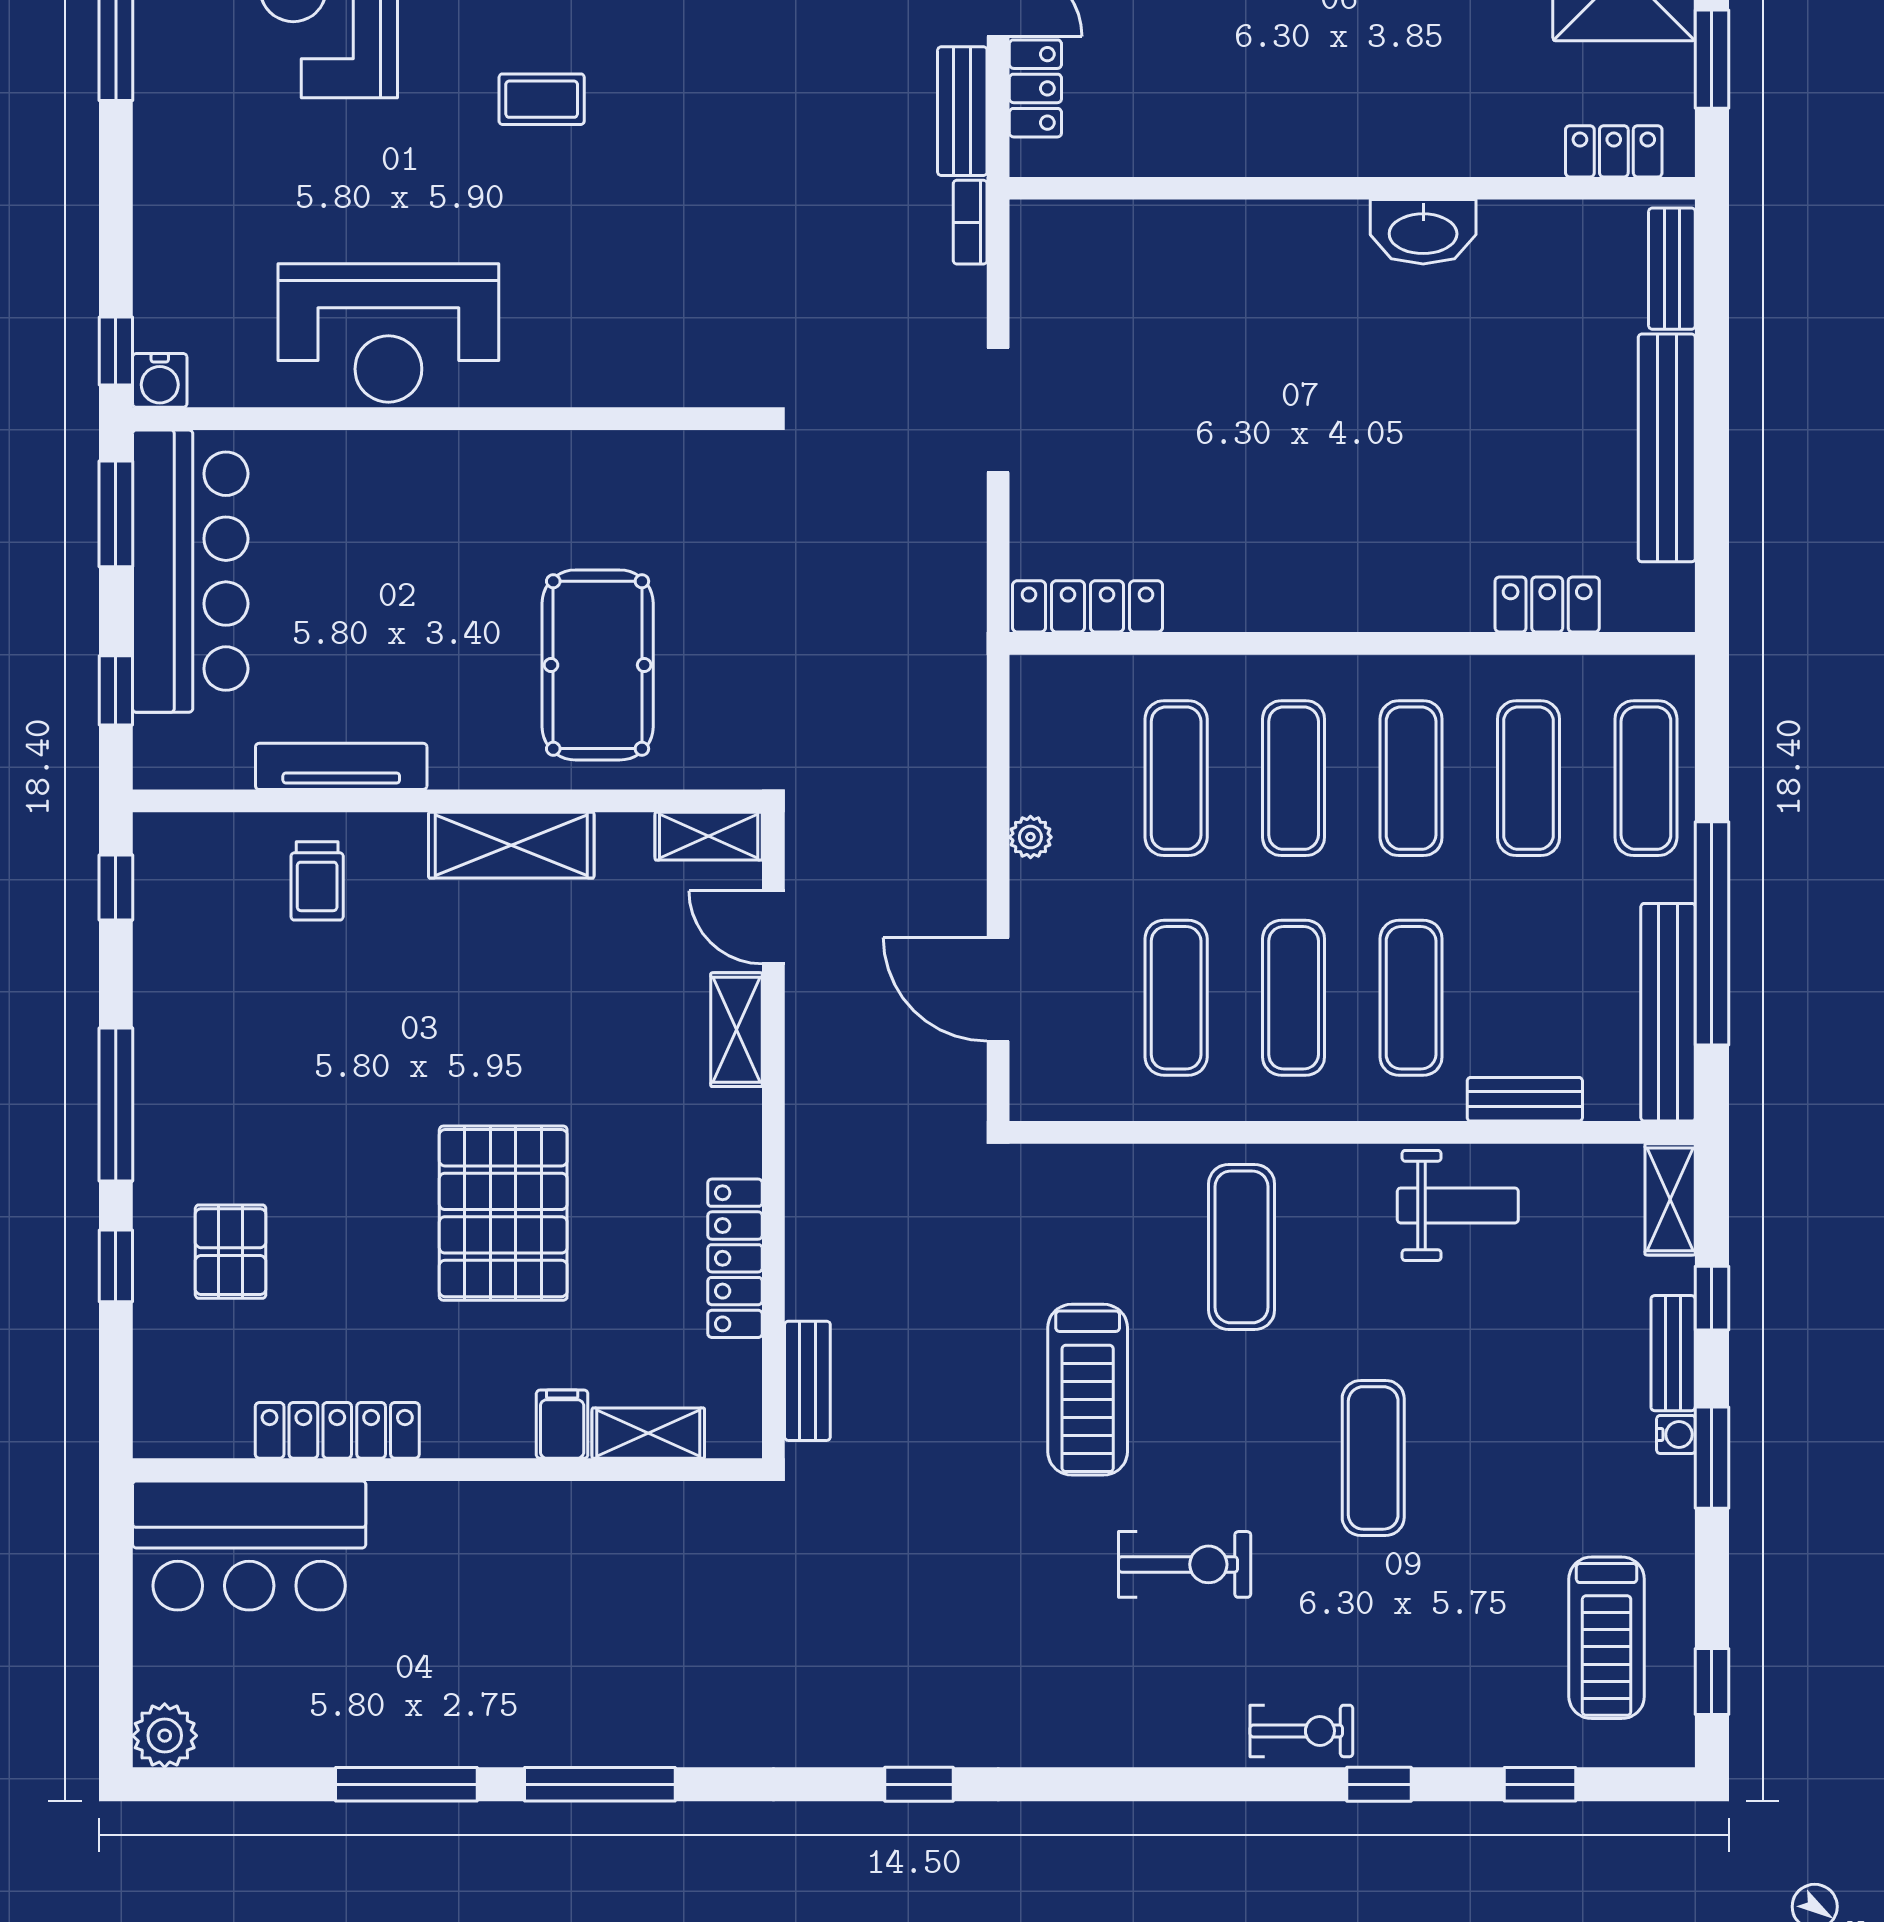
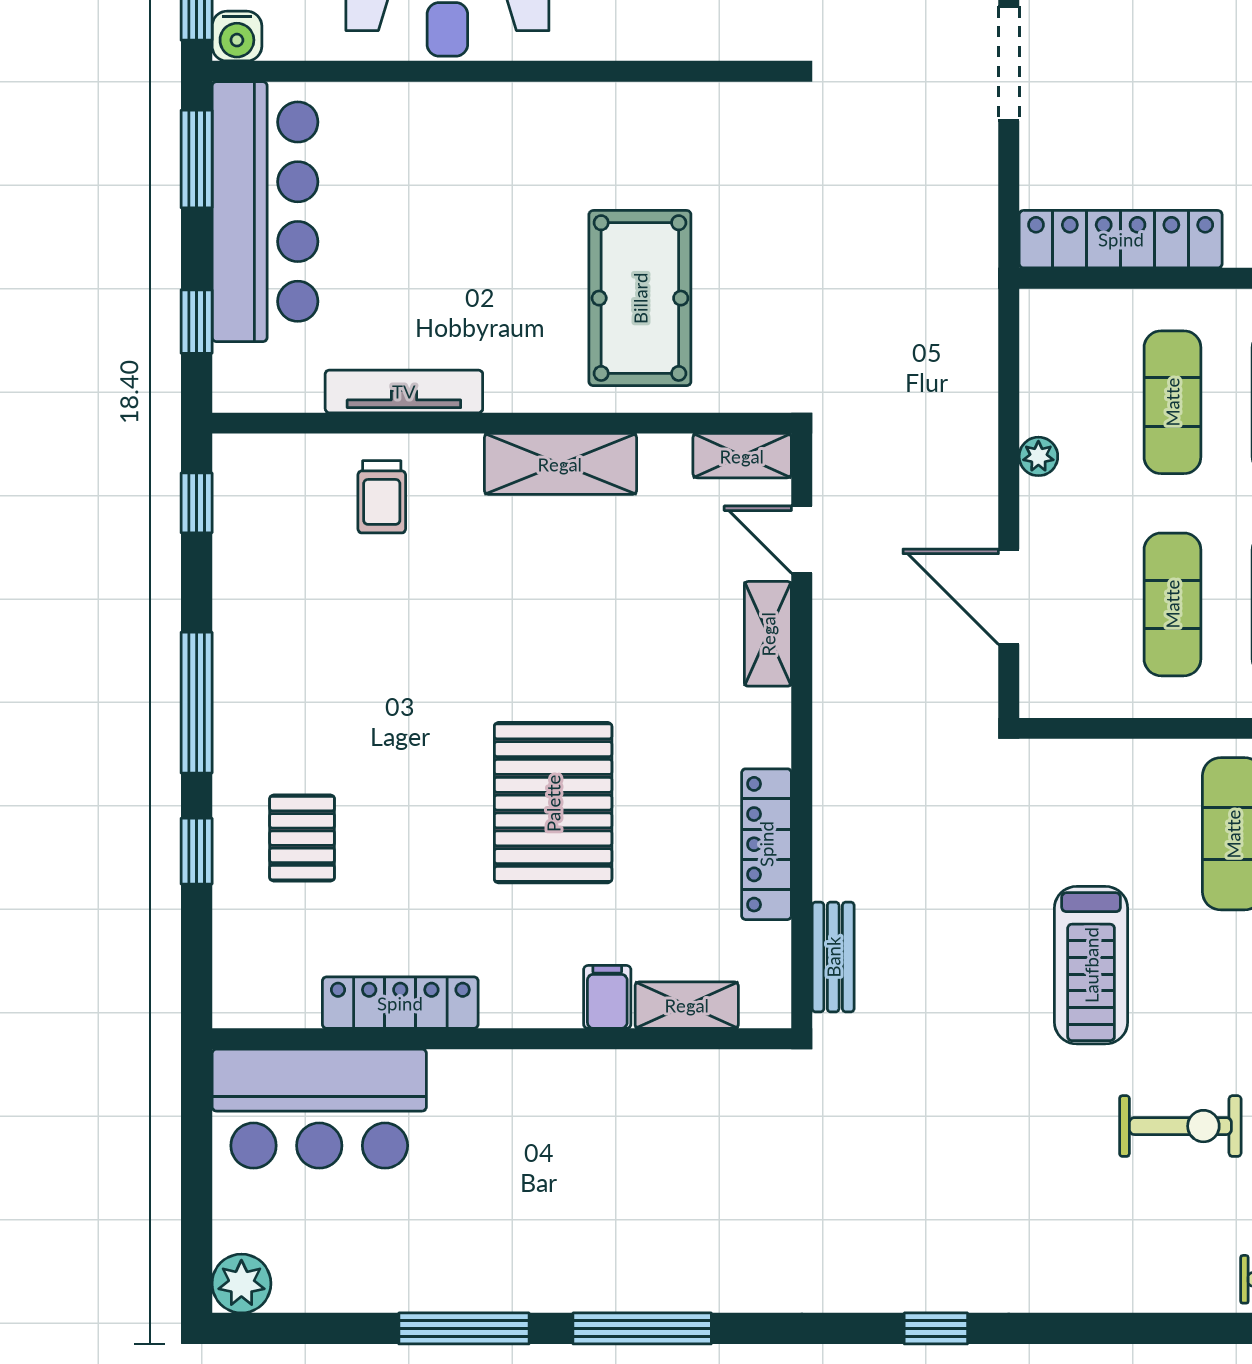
locker: (1087, 606) -> (1121, 239), width x1.41, depth x1.21

